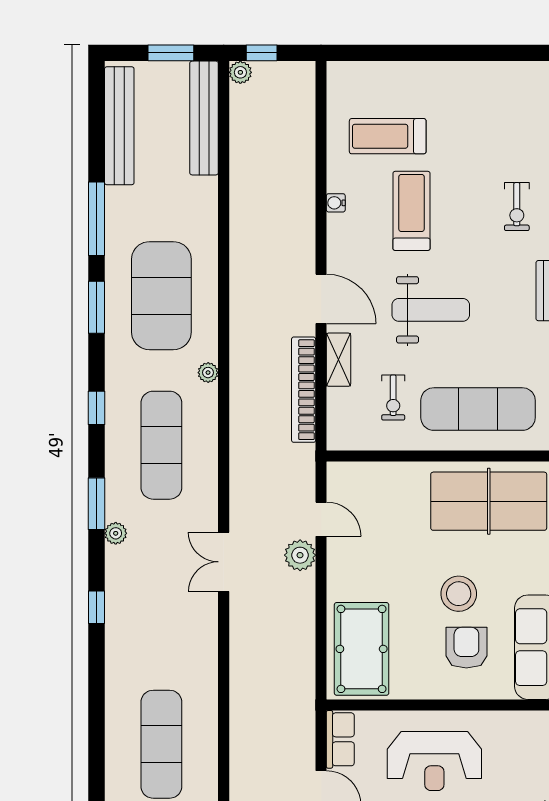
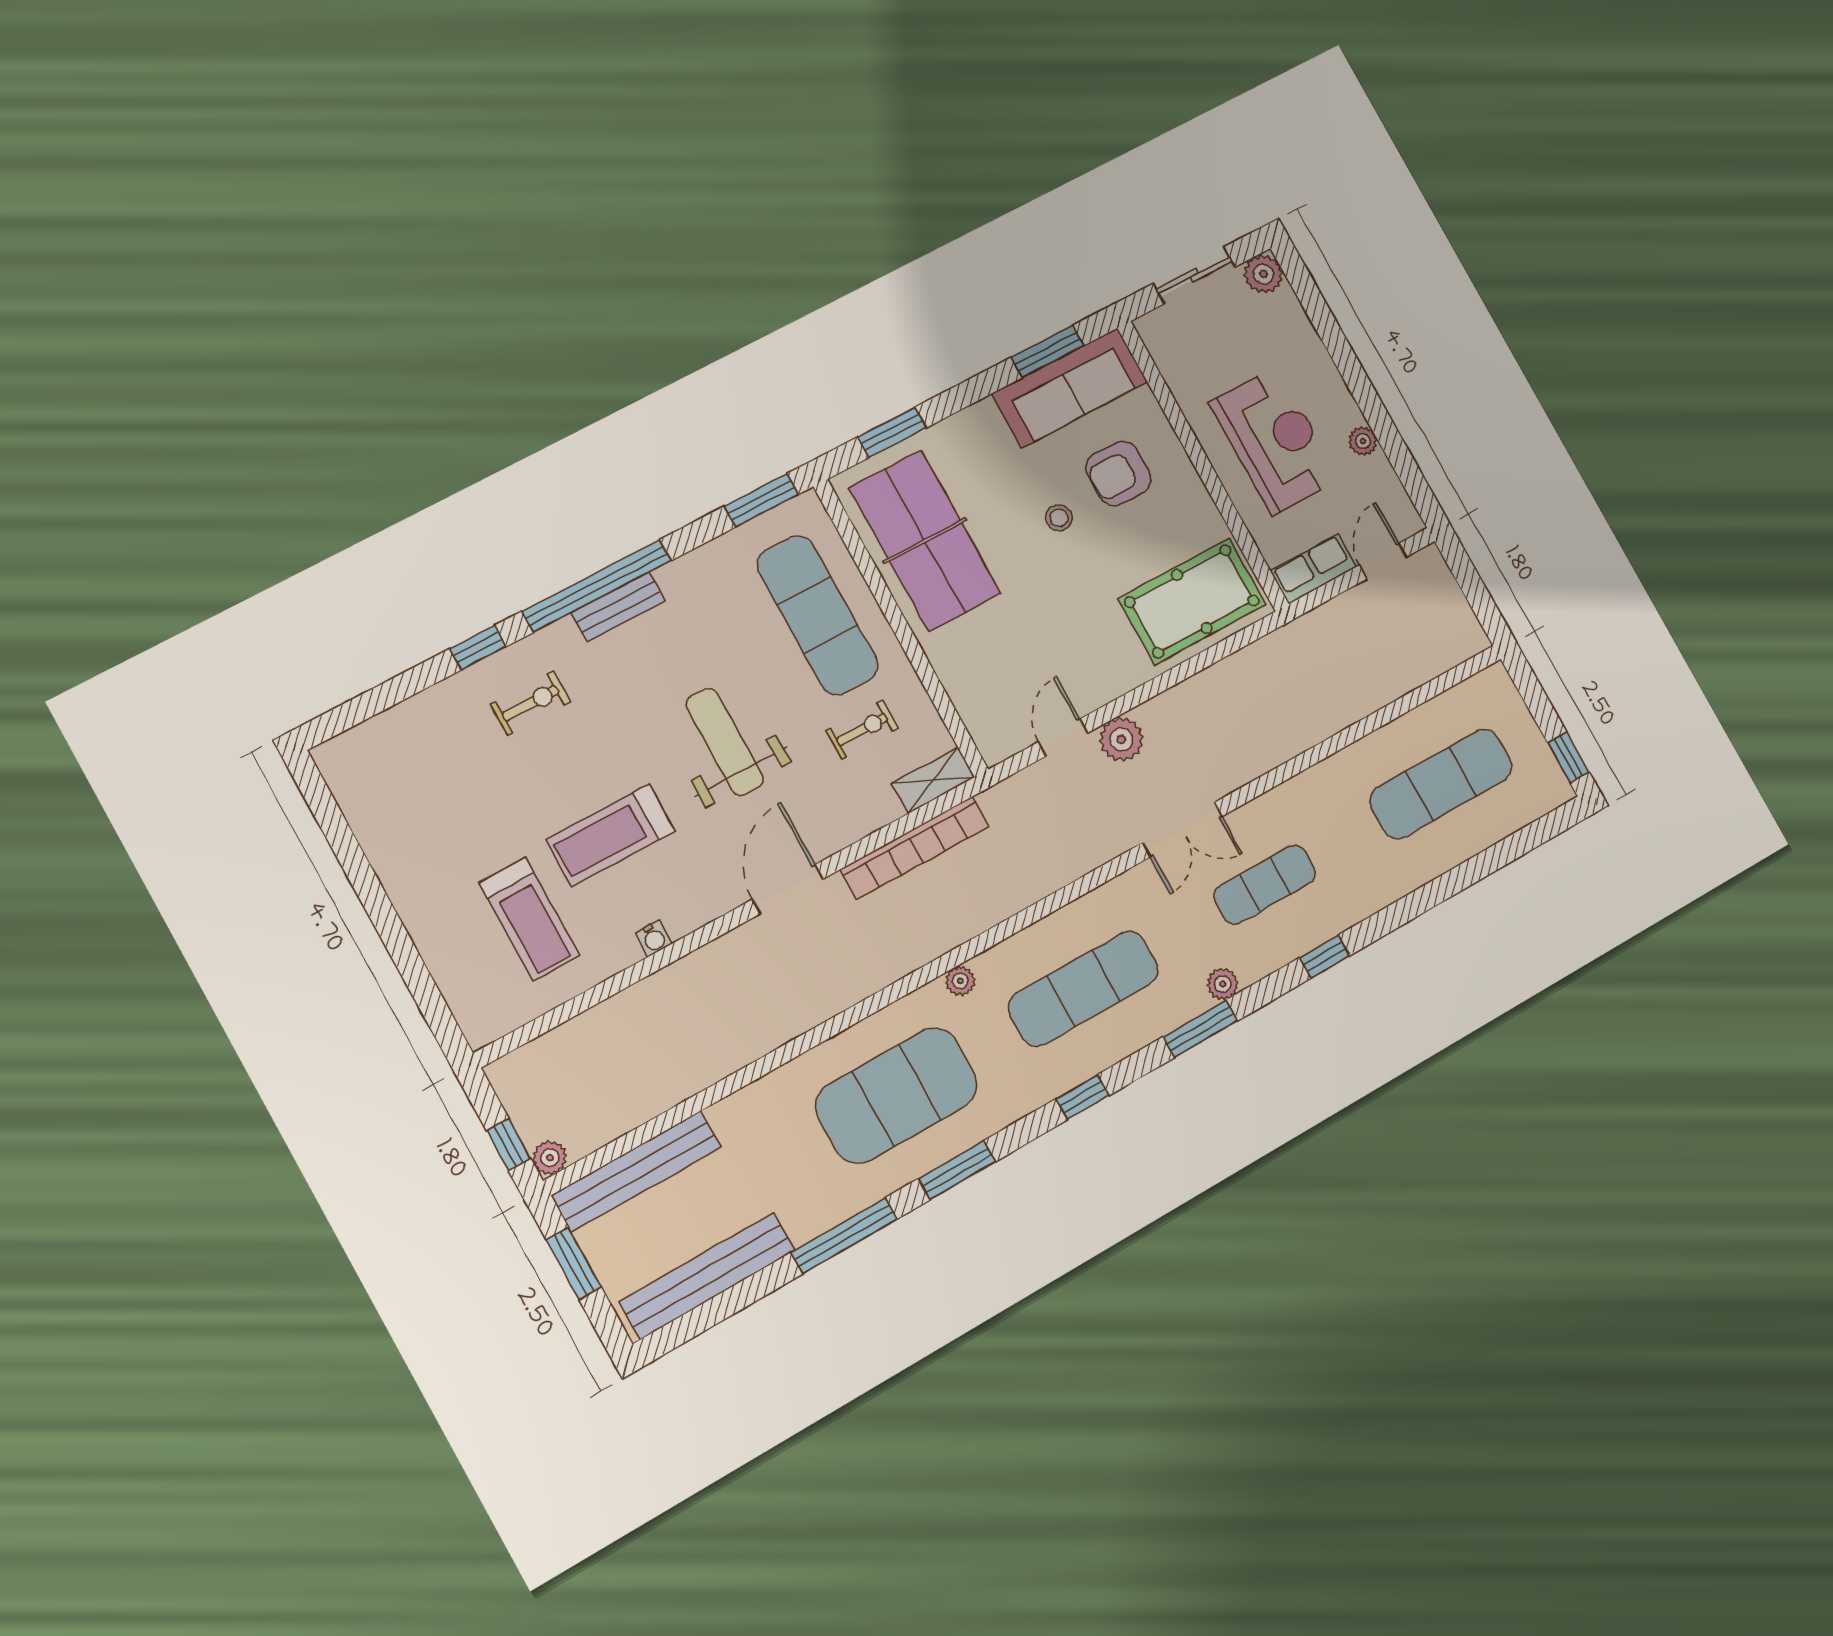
shelving: (338, 360) -> (933, 780), moved
stool: (459, 594) -> (1059, 518), width x0.53, depth x0.53
exercise mat: (161, 595) -> (1265, 885), added

